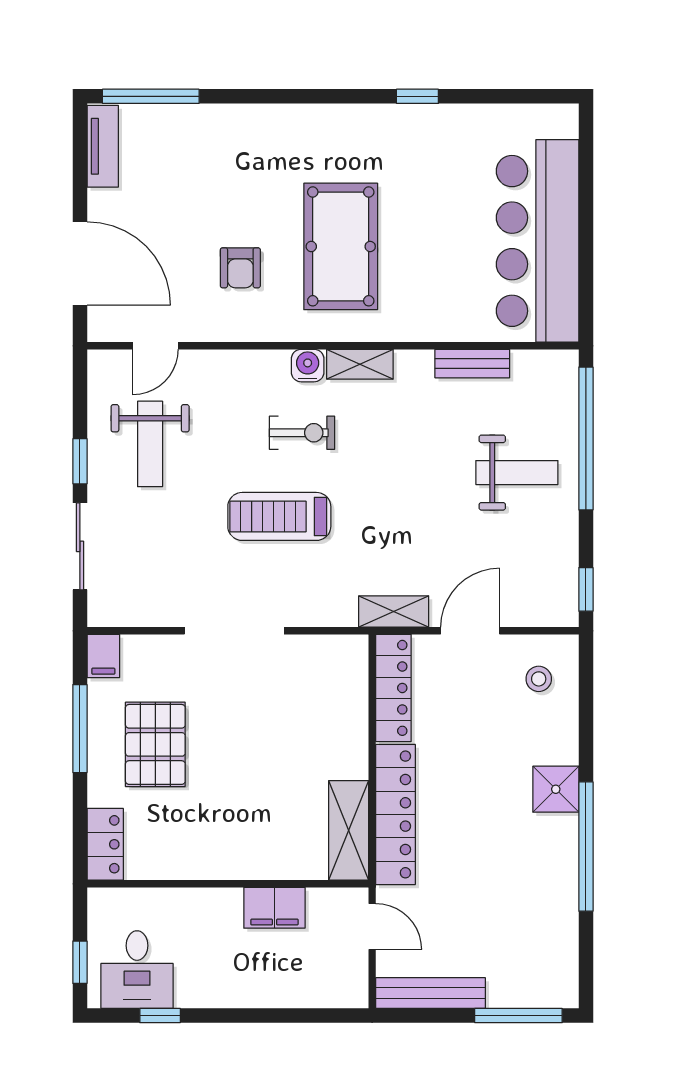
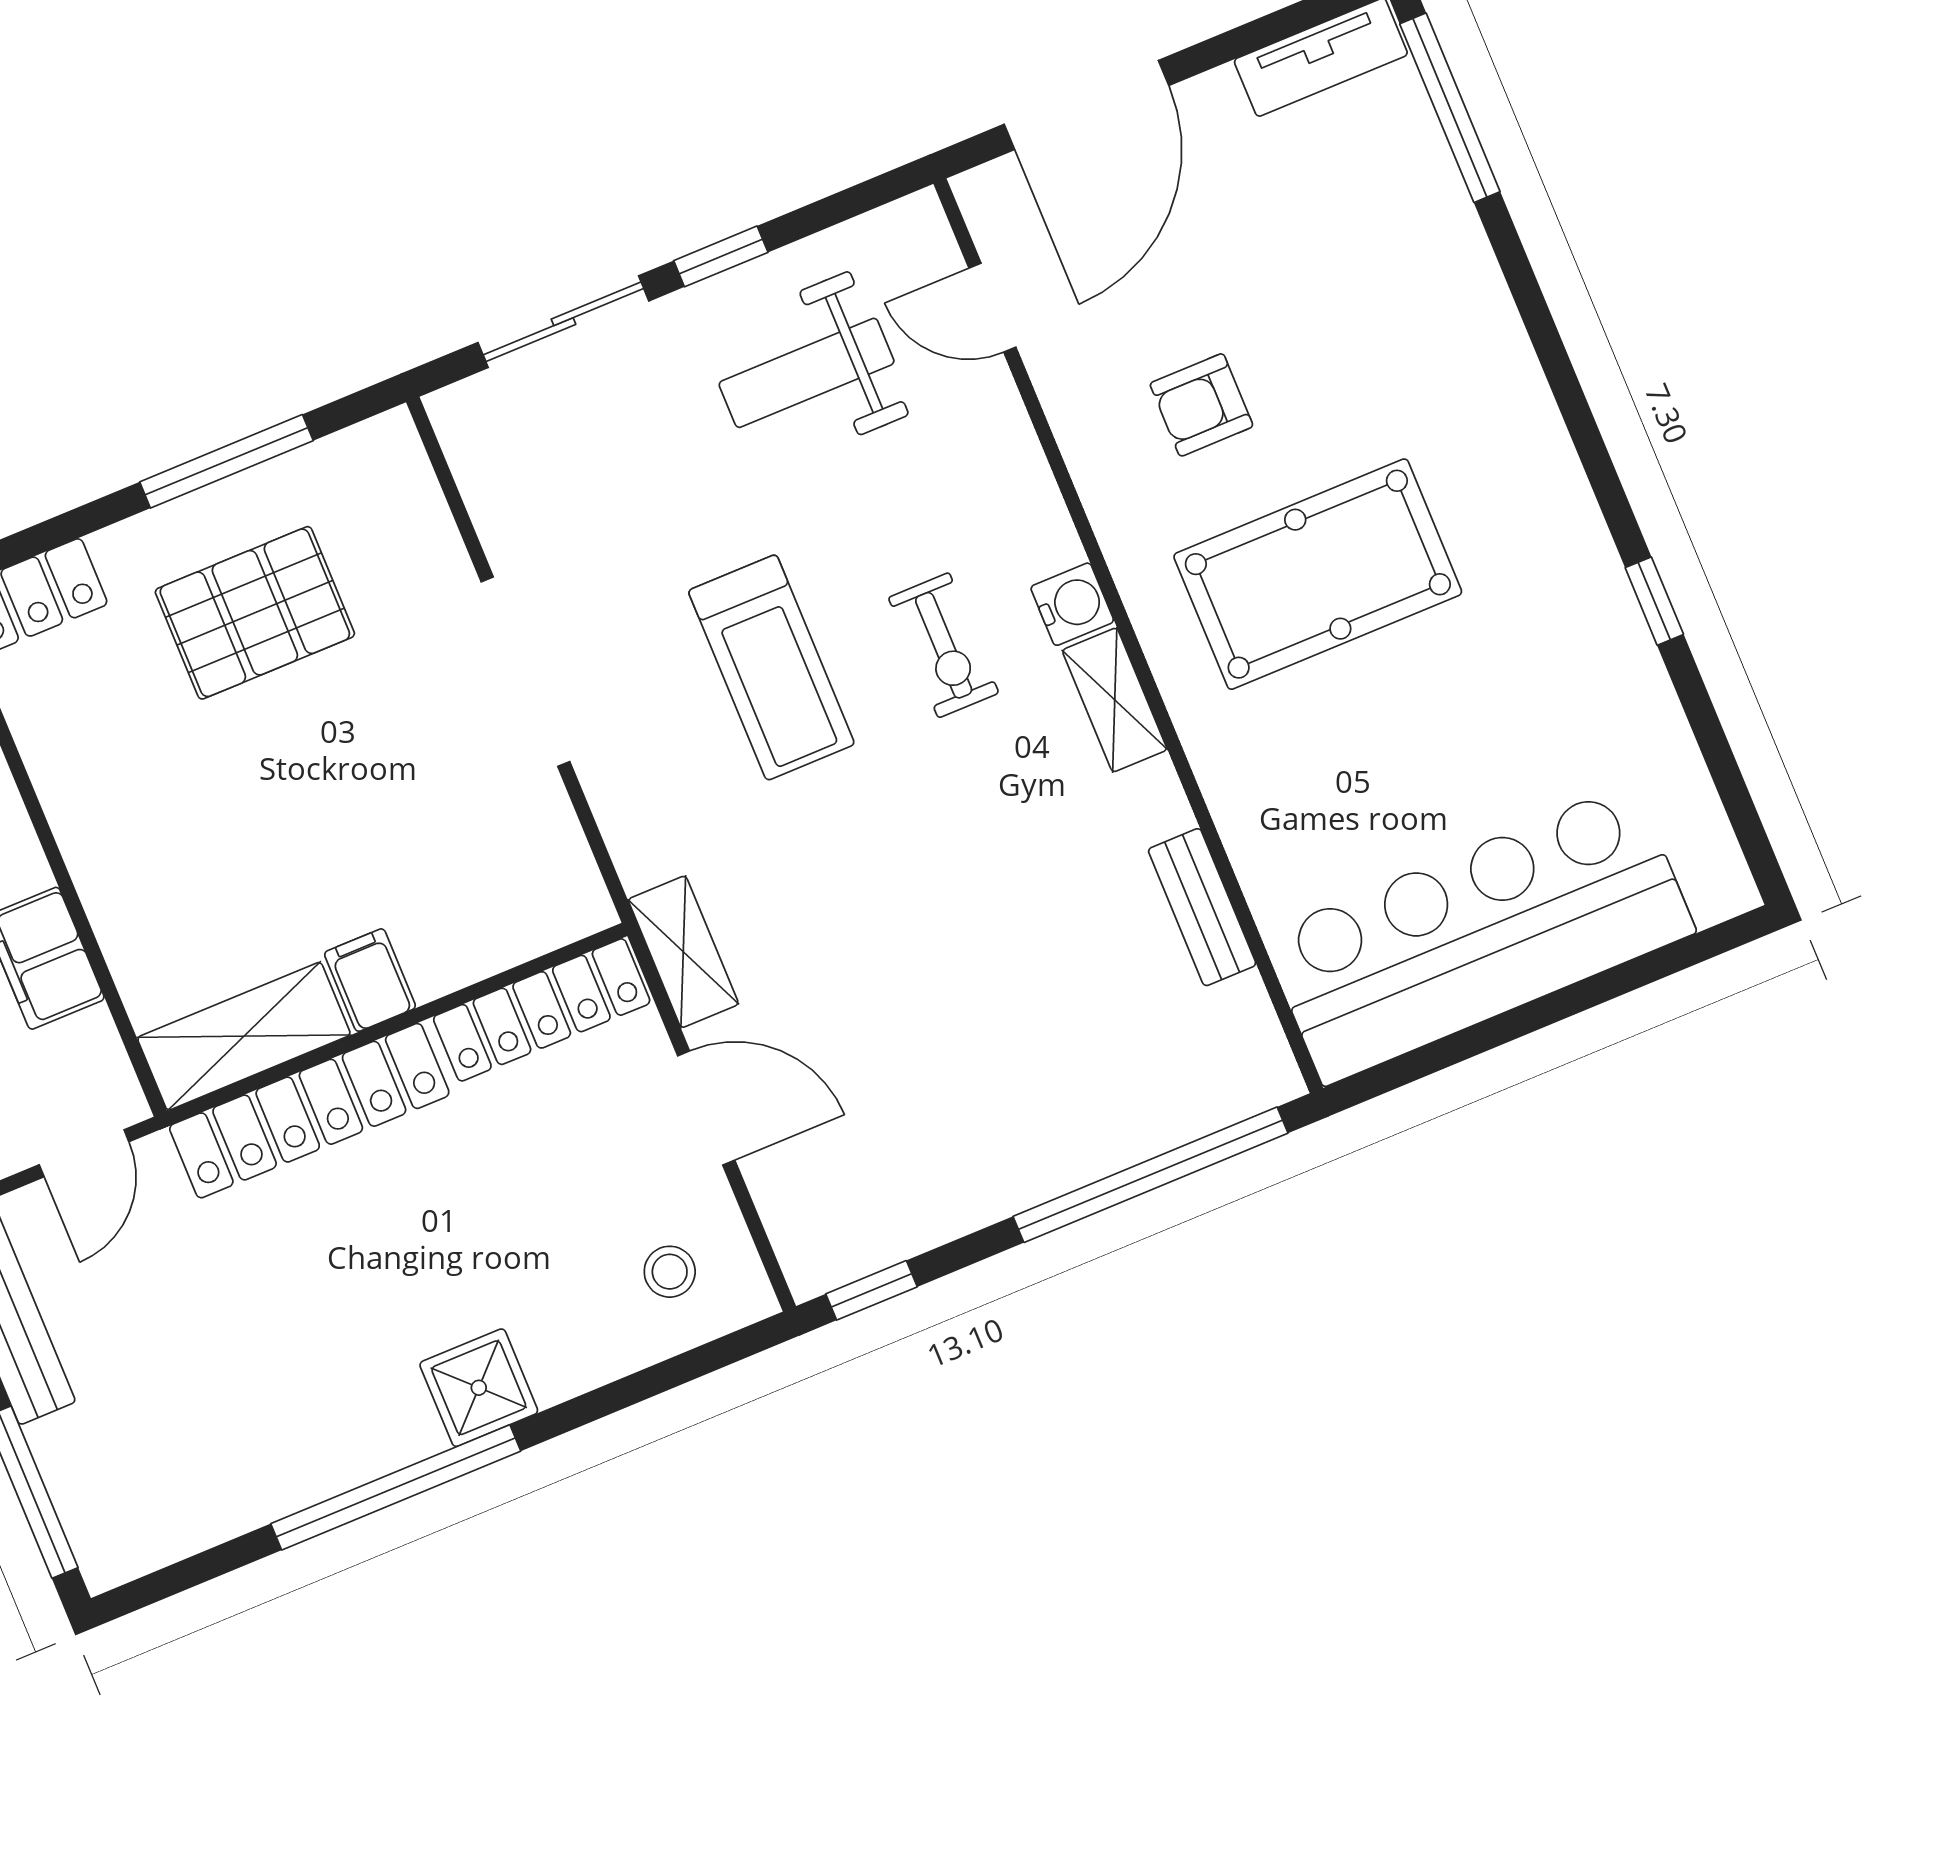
weight bench: (517, 473) -> (1035, 1073), removed
treadmill: (279, 516) -> (771, 667), turned 180
filing cabinet: (103, 656) -> (370, 980), moved, turned 90

